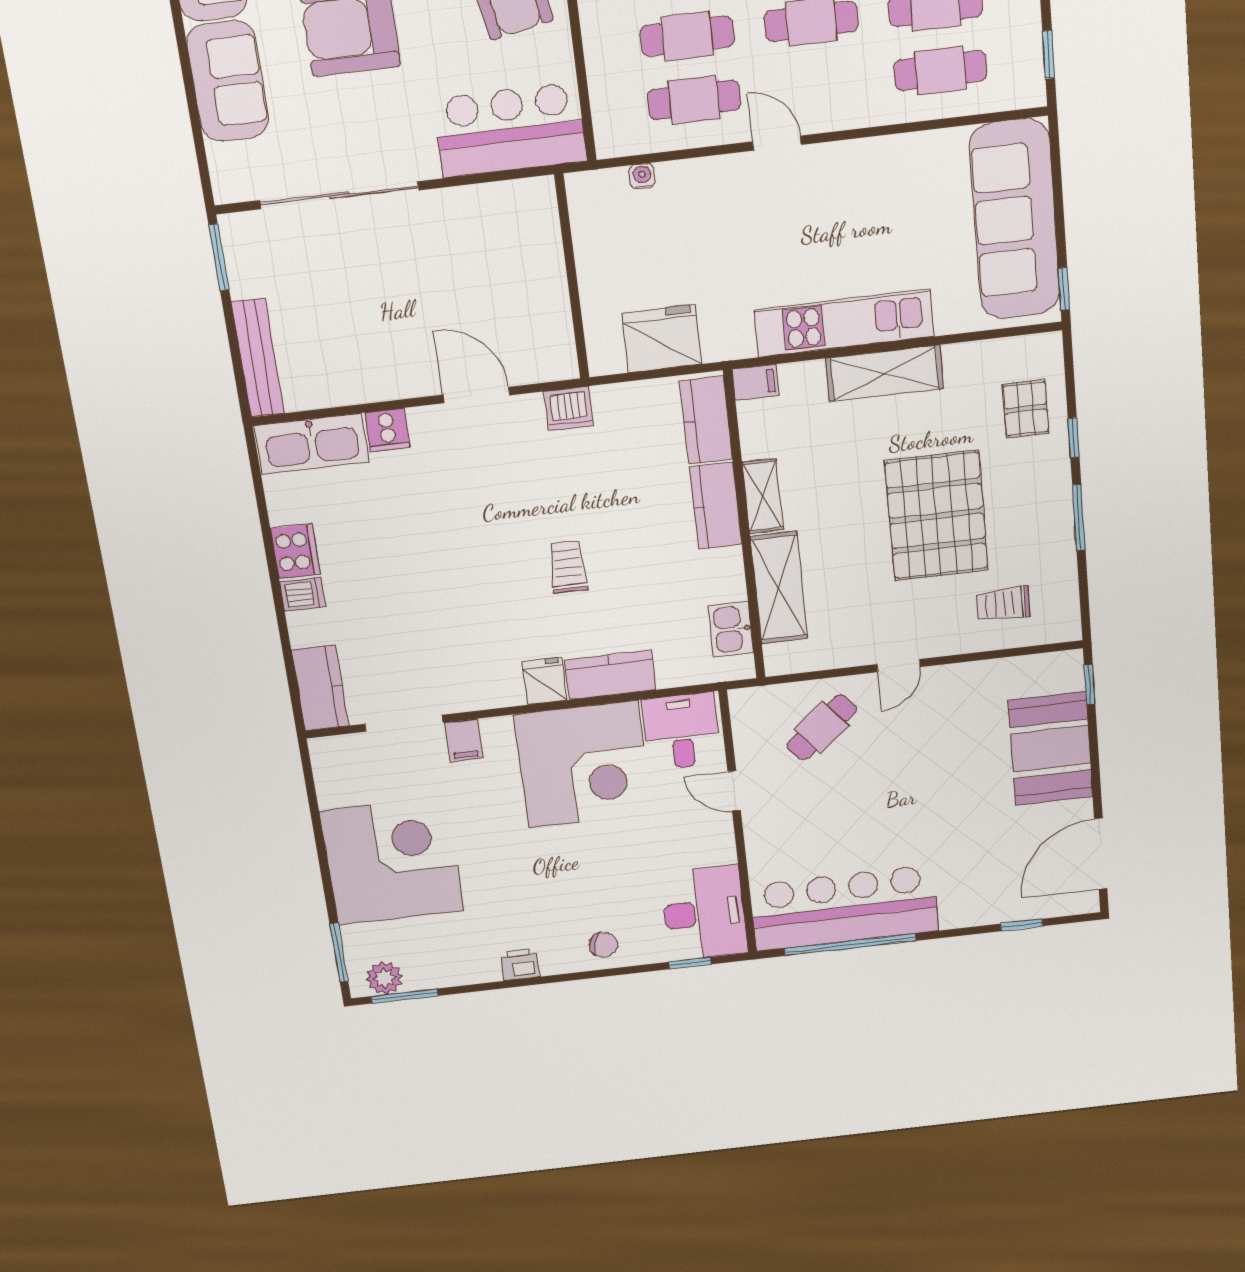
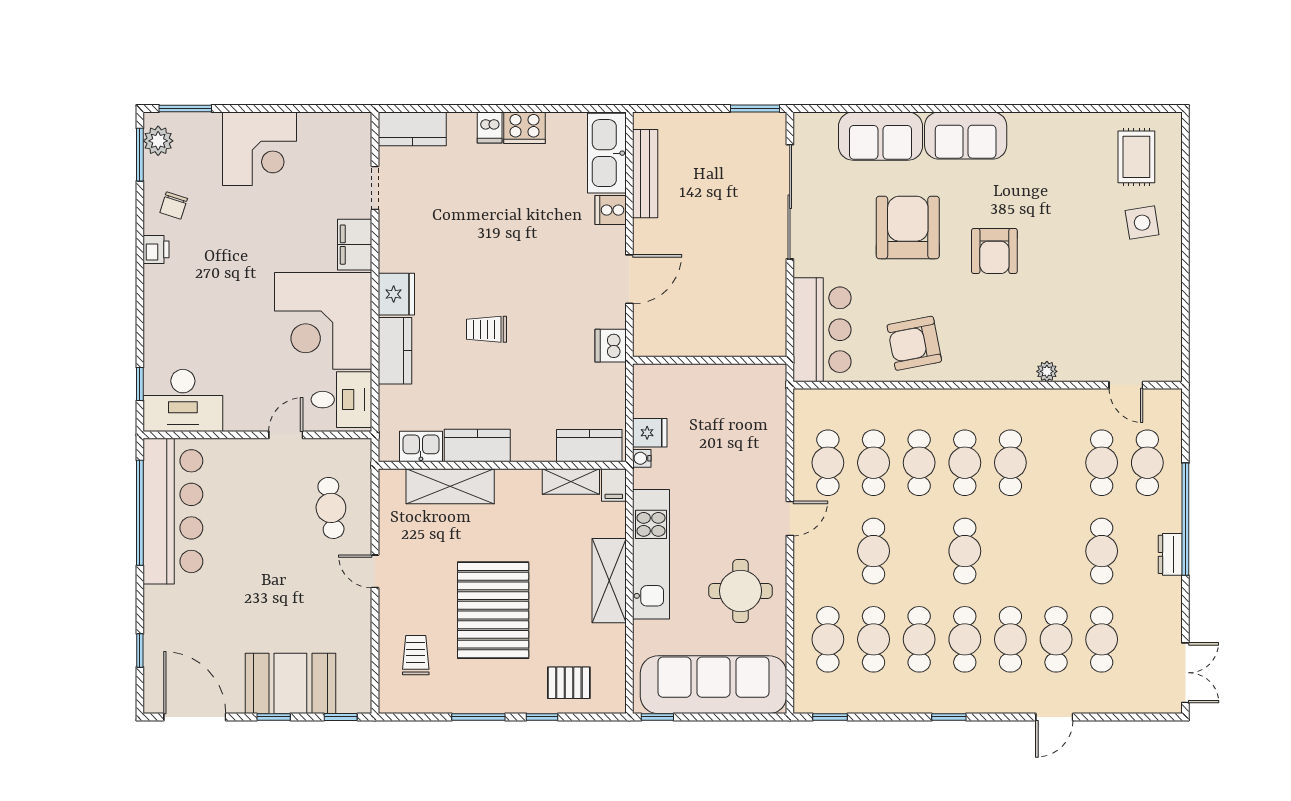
water cooler: (642, 176) -> (642, 458), moved, turned 180
round table: (883, 198) -> (741, 591), added
fridge: (662, 339) -> (650, 433), width x0.53, depth x0.75
bench: (258, 358) -> (645, 174), moved, turned 90
shelving: (763, 496) -> (571, 481), moved
kitchen counter: (716, 506) -> (477, 446), moved
pallet: (937, 516) -> (493, 610), turned 90
trolley: (568, 567) -> (486, 329), turned 180
fridge: (544, 681) -> (396, 294), width x1.38
doorway: (404, 723) -> (375, 188), width x0.73
cafe table: (822, 727) -> (331, 508), turned 33
filing cabinet: (464, 741) -> (355, 245), width x2.00
window: (1095, 763) -> (274, 717), added
corner desk: (392, 861) -> (260, 149), width x0.74, depth x0.74
chair: (603, 945) -> (174, 205), moved

